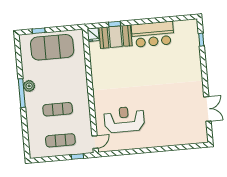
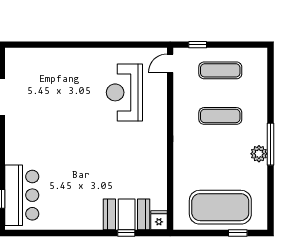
bar counter: (153, 34) -> (22, 195), moved, turned 90
reception desk: (124, 119) -> (124, 92), turned 90

